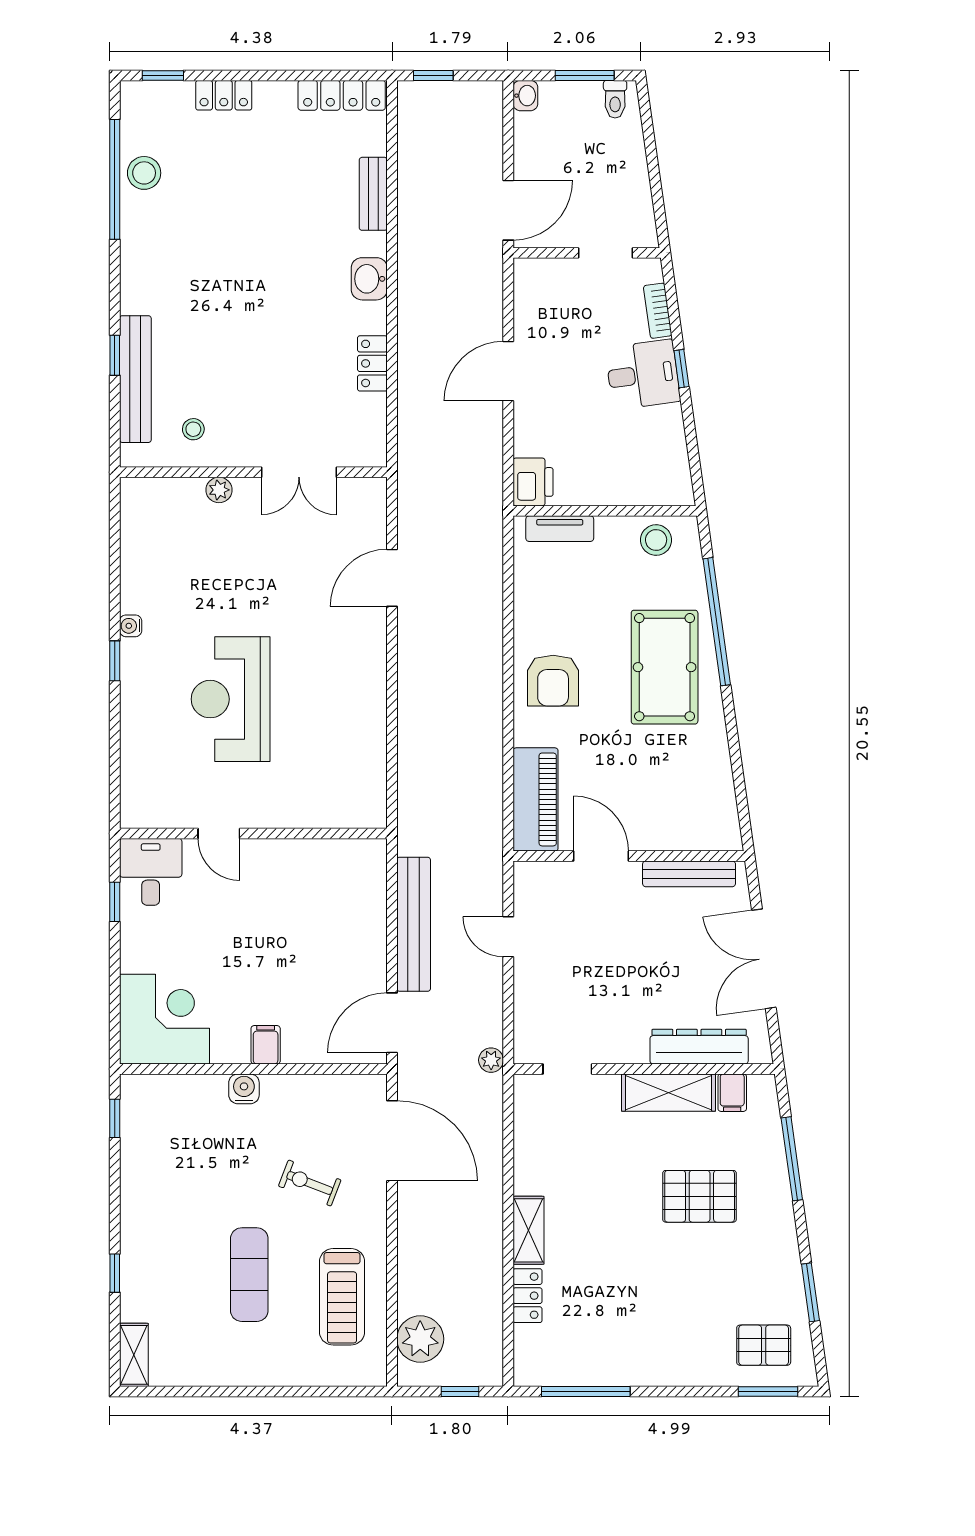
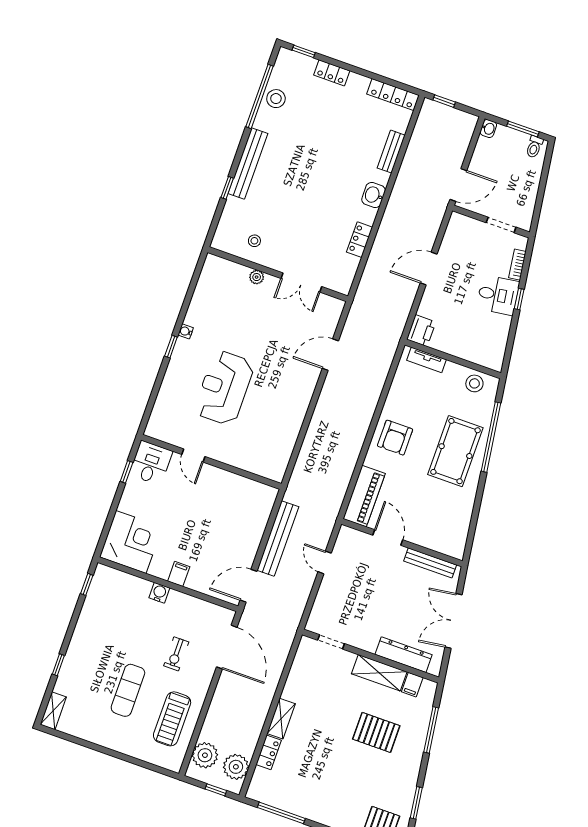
bench: (135, 379) -> (248, 163), moved
plant: (491, 1060) -> (236, 767), moved, width x1.88, depth x1.88
exercise bike: (310, 1183) -> (176, 654), turned -111

